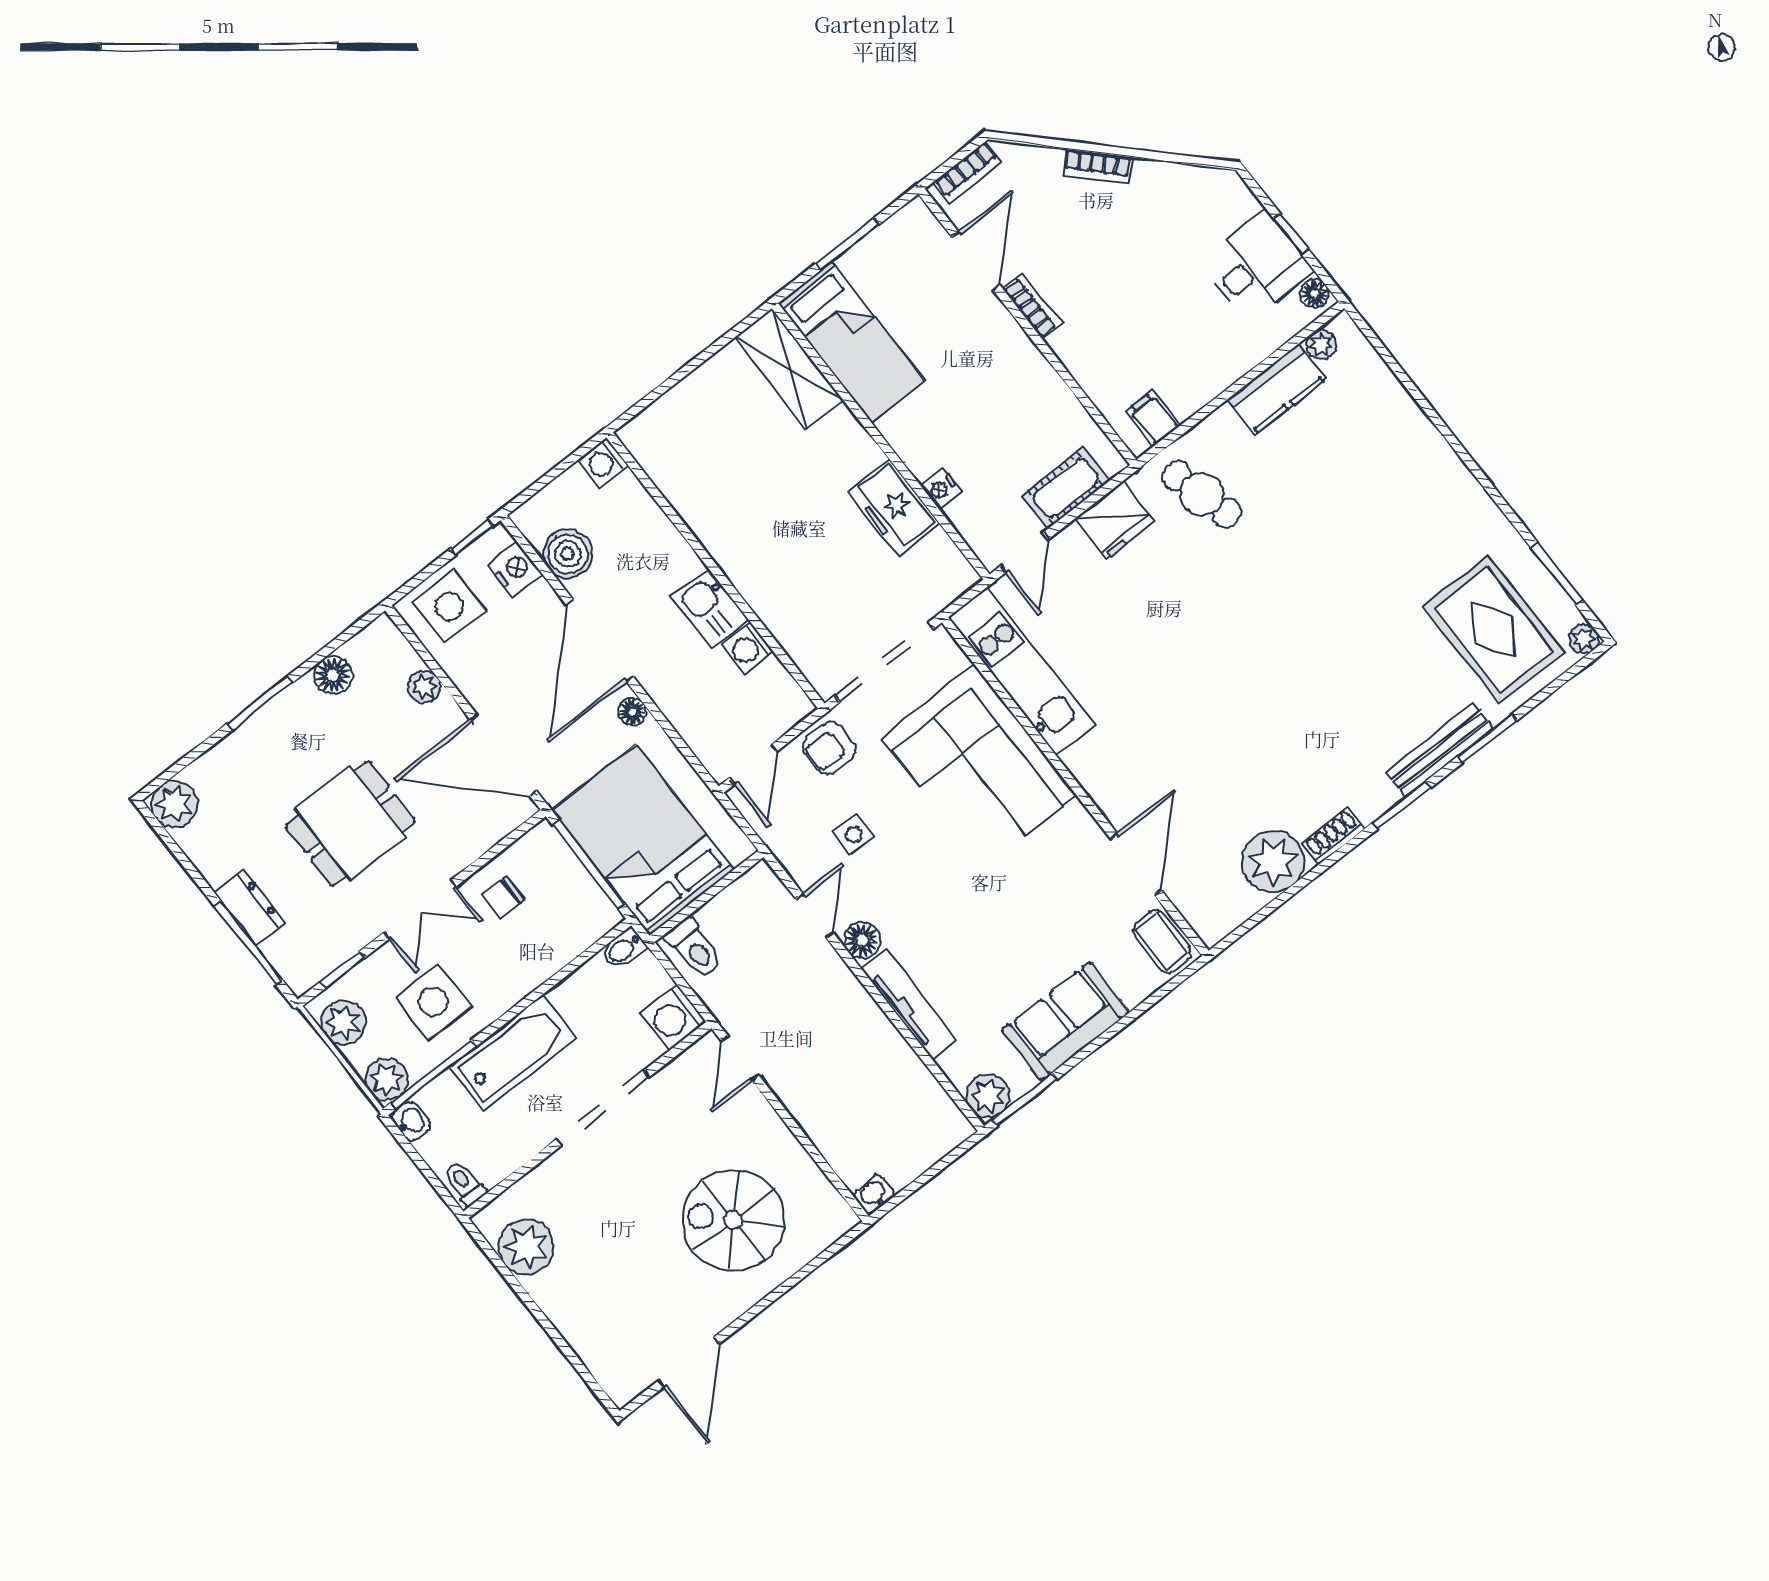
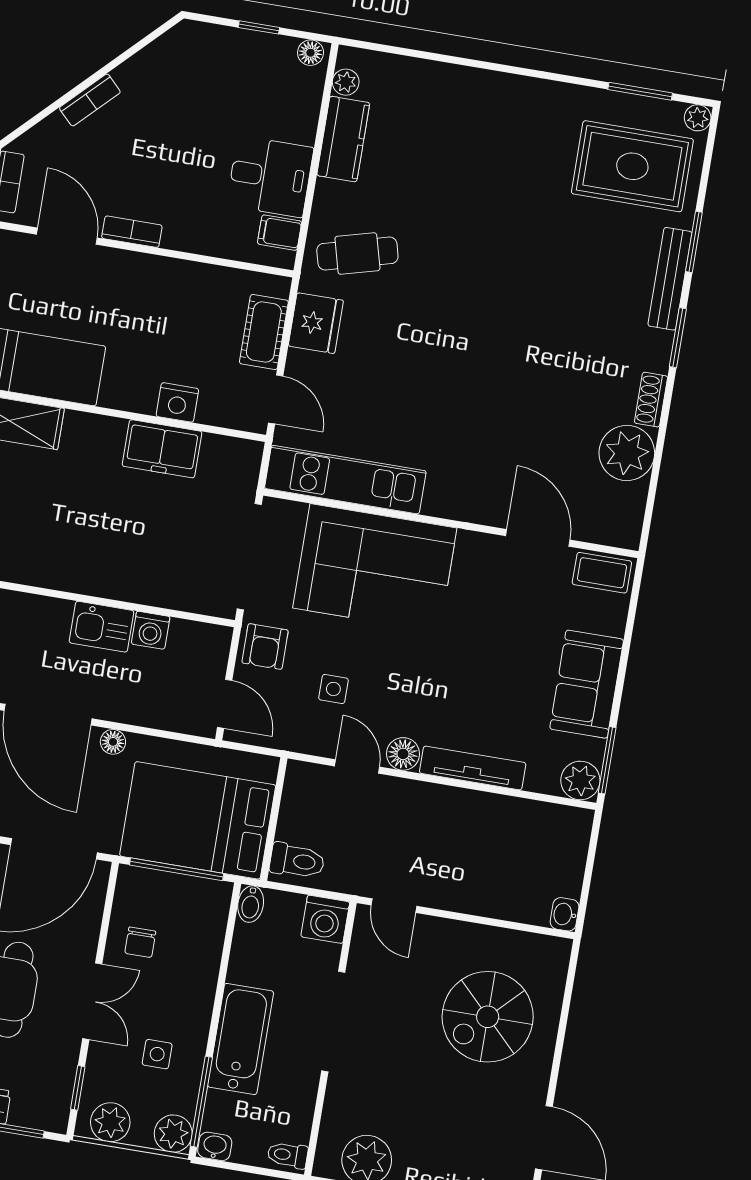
desk: (1256, 266) -> (270, 176), moved, turned 90
nightstand: (941, 489) -> (177, 402), width x1.39, depth x1.35
side table: (433, 1002) -> (157, 1054), width x0.54, depth x0.54

